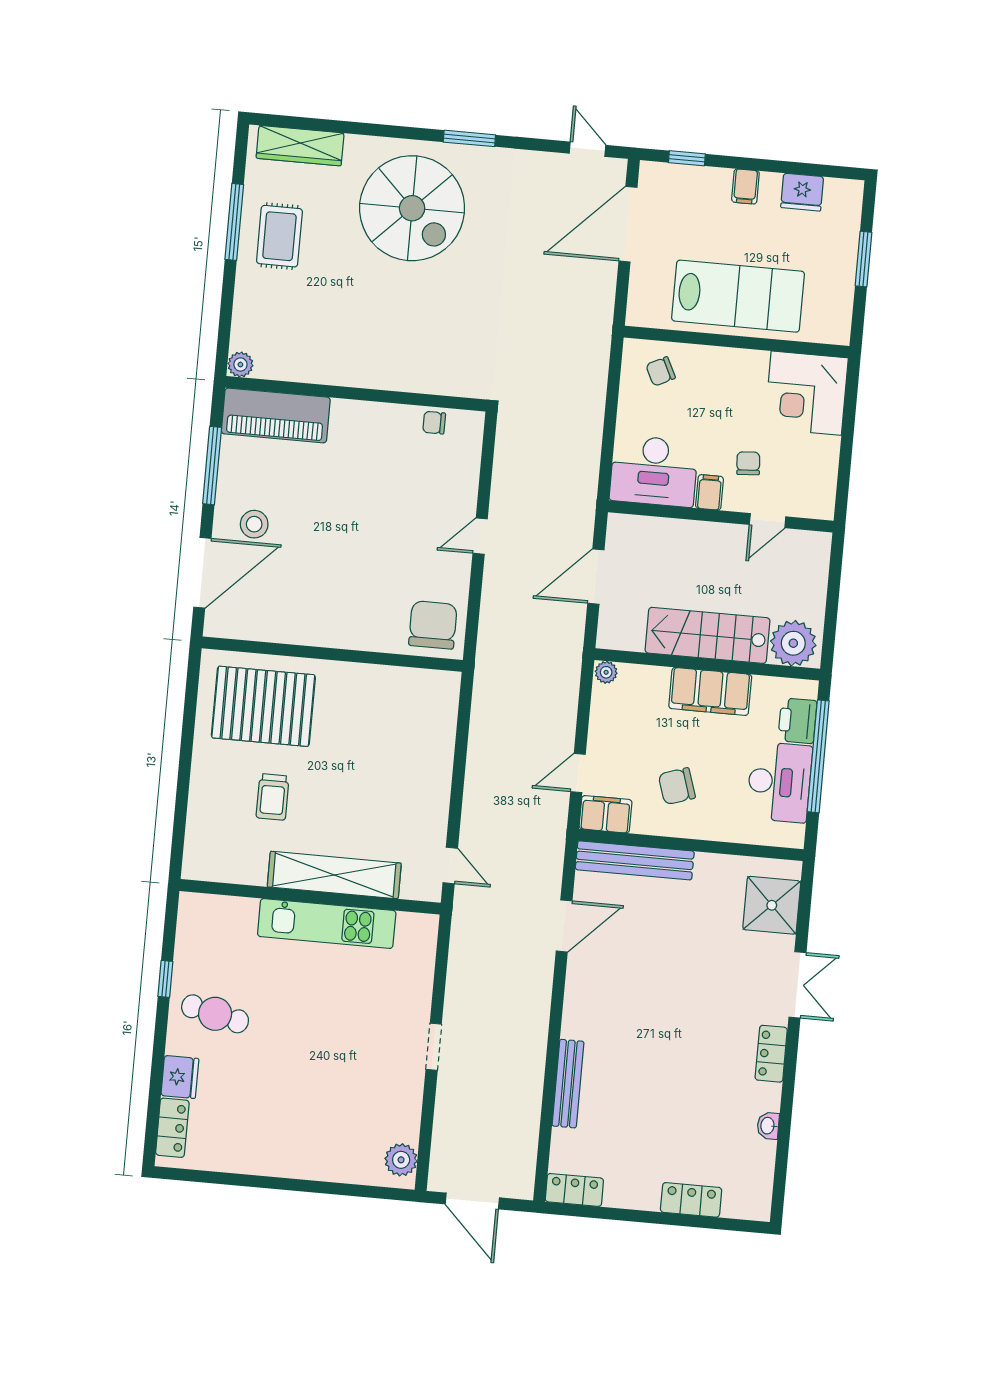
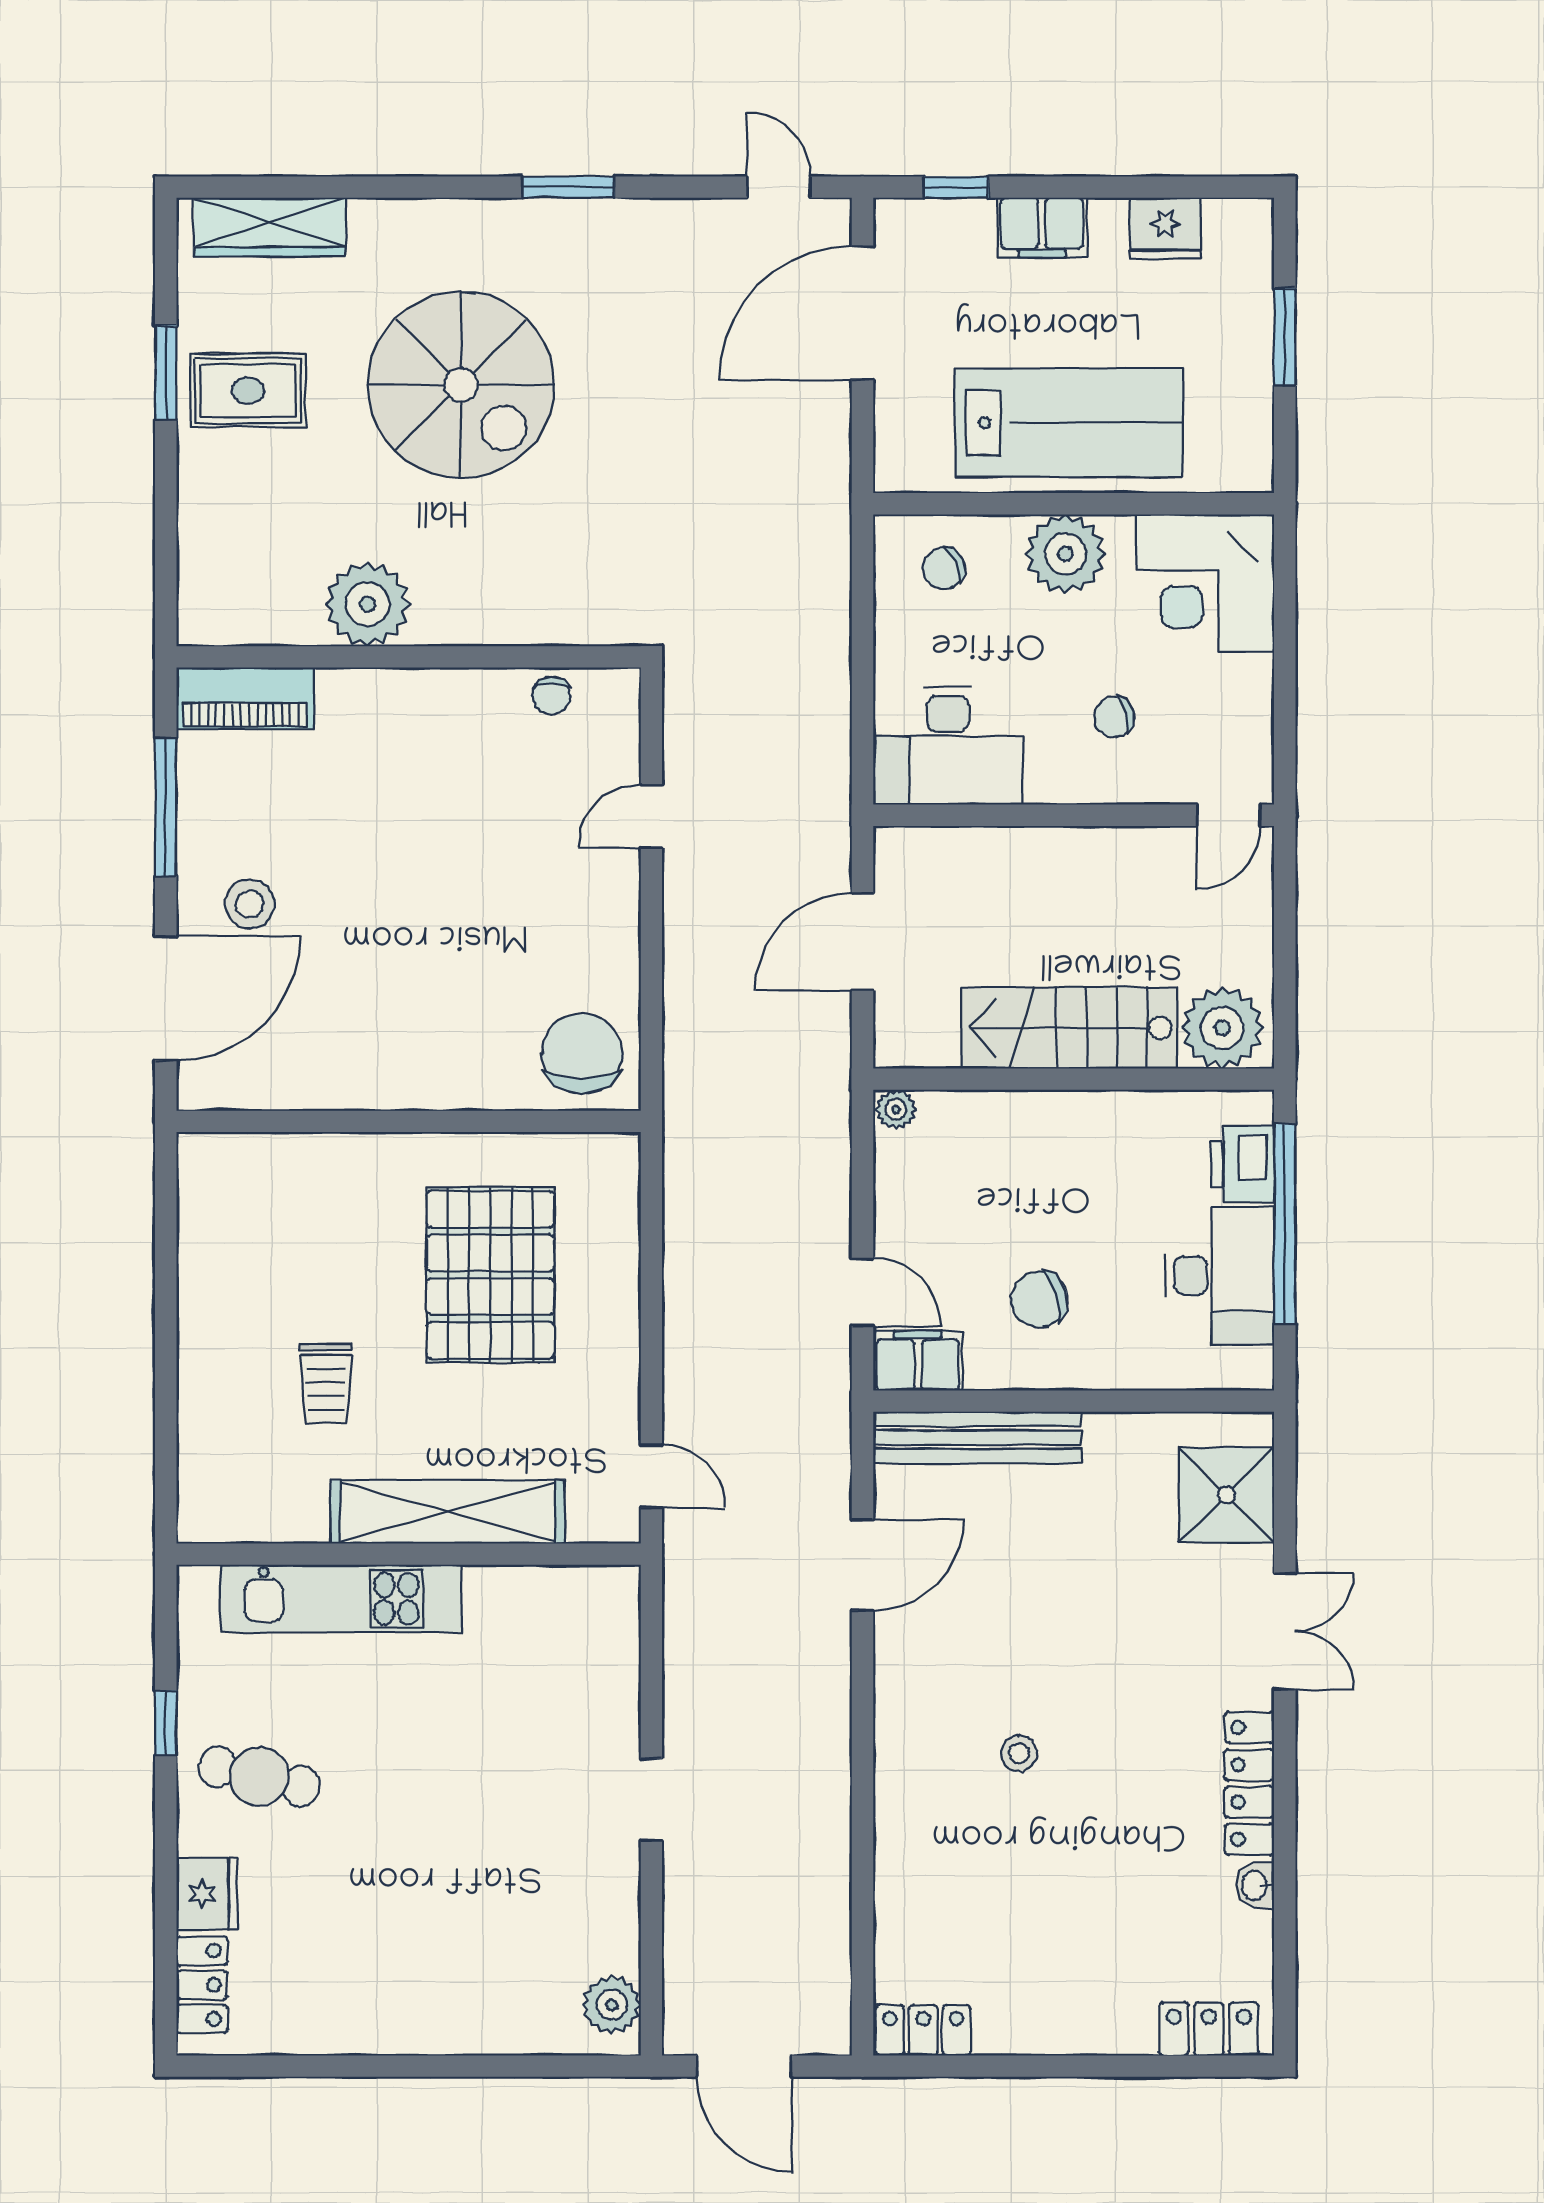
filing cabinet: (745, 186) -> (1042, 227), width x2.00
spiral stairs: (412, 208) -> (461, 385), moved
window: (234, 222) -> (166, 373), width x0.69
rug: (279, 236) -> (248, 390), turned 90
plant: (240, 365) -> (368, 604), moved, width x1.87, depth x1.87
plant: (729, 370) -> (1065, 554), added
piano: (276, 415) -> (245, 698), width x0.73, depth x0.75
chair: (434, 423) -> (552, 695), turned -90
chair: (748, 463) -> (1114, 717), turned -102
filing cabinet: (710, 492) -> (1050, 775), removed
door: (768, 521) -> (1228, 815), moved
door: (480, 536) -> (651, 816), moved
filing cabinet: (710, 691) -> (1083, 1126), removed
pallet: (263, 706) -> (490, 1275), moved, turned 90
door: (578, 773) -> (862, 1292), swing flipped
kitchen unit: (327, 923) -> (341, 1599), moved
stool: (642, 1040) -> (1019, 1753), added
locker: (771, 1054) -> (1249, 1783), width x1.53
bench: (568, 1084) -> (895, 1843), removed
locker: (691, 1200) -> (1209, 2029), moved

